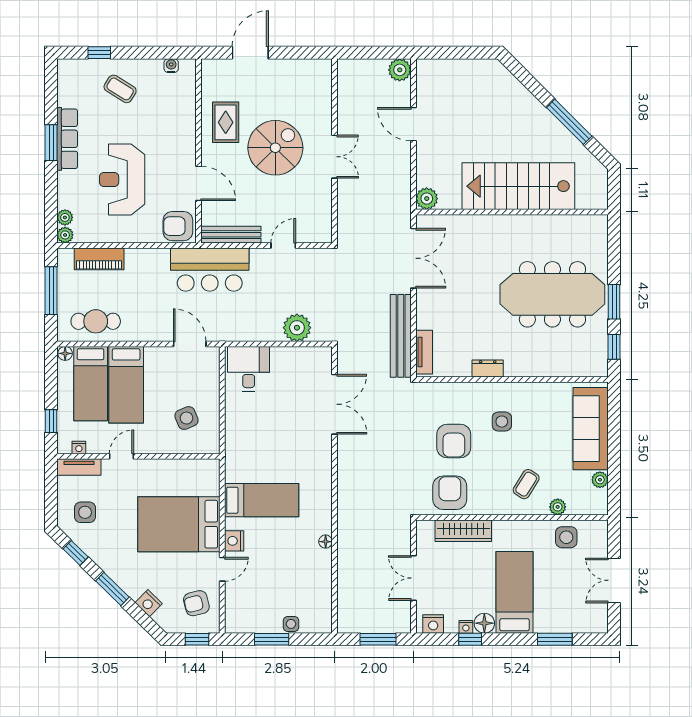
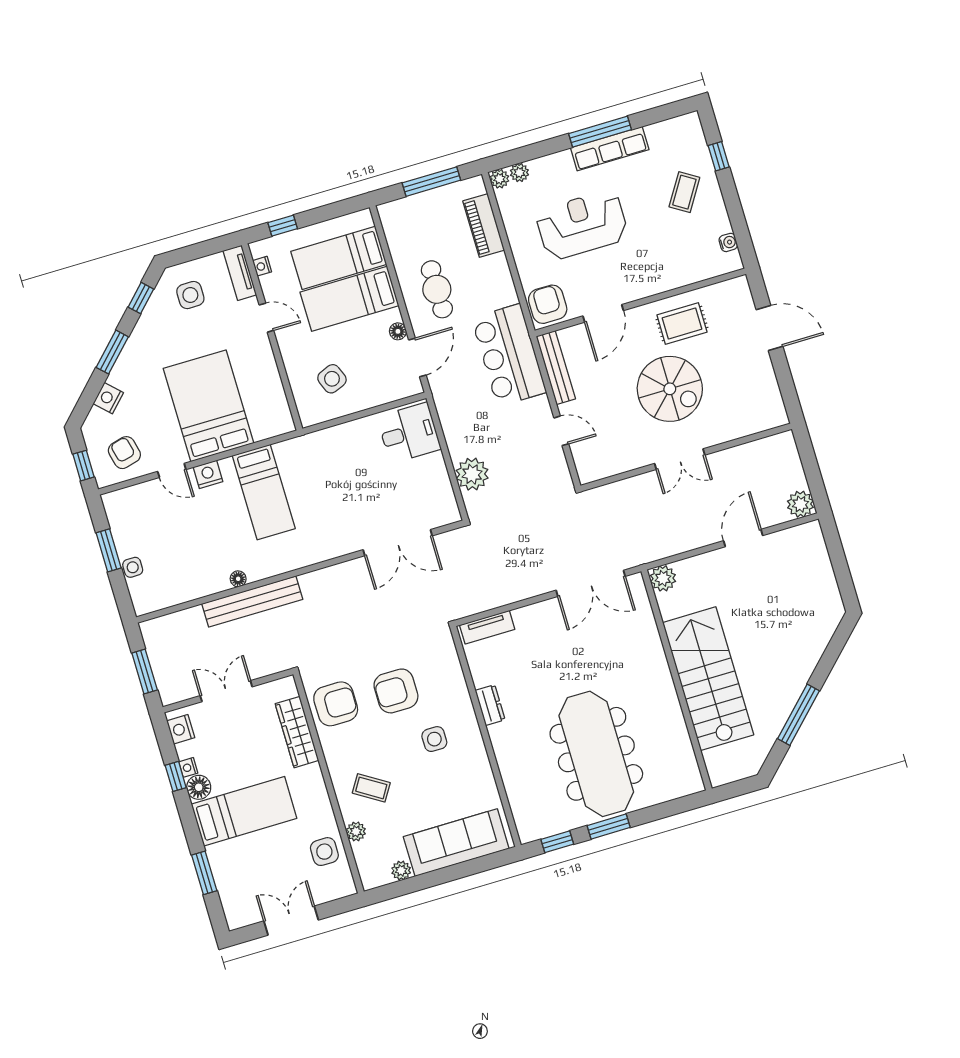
window: (51, 143) -> (600, 132), width x1.44
cafe table: (96, 321) -> (437, 289), moved
bench: (401, 336) -> (252, 601), moved
floor lamp: (65, 353) -> (398, 331), moved

